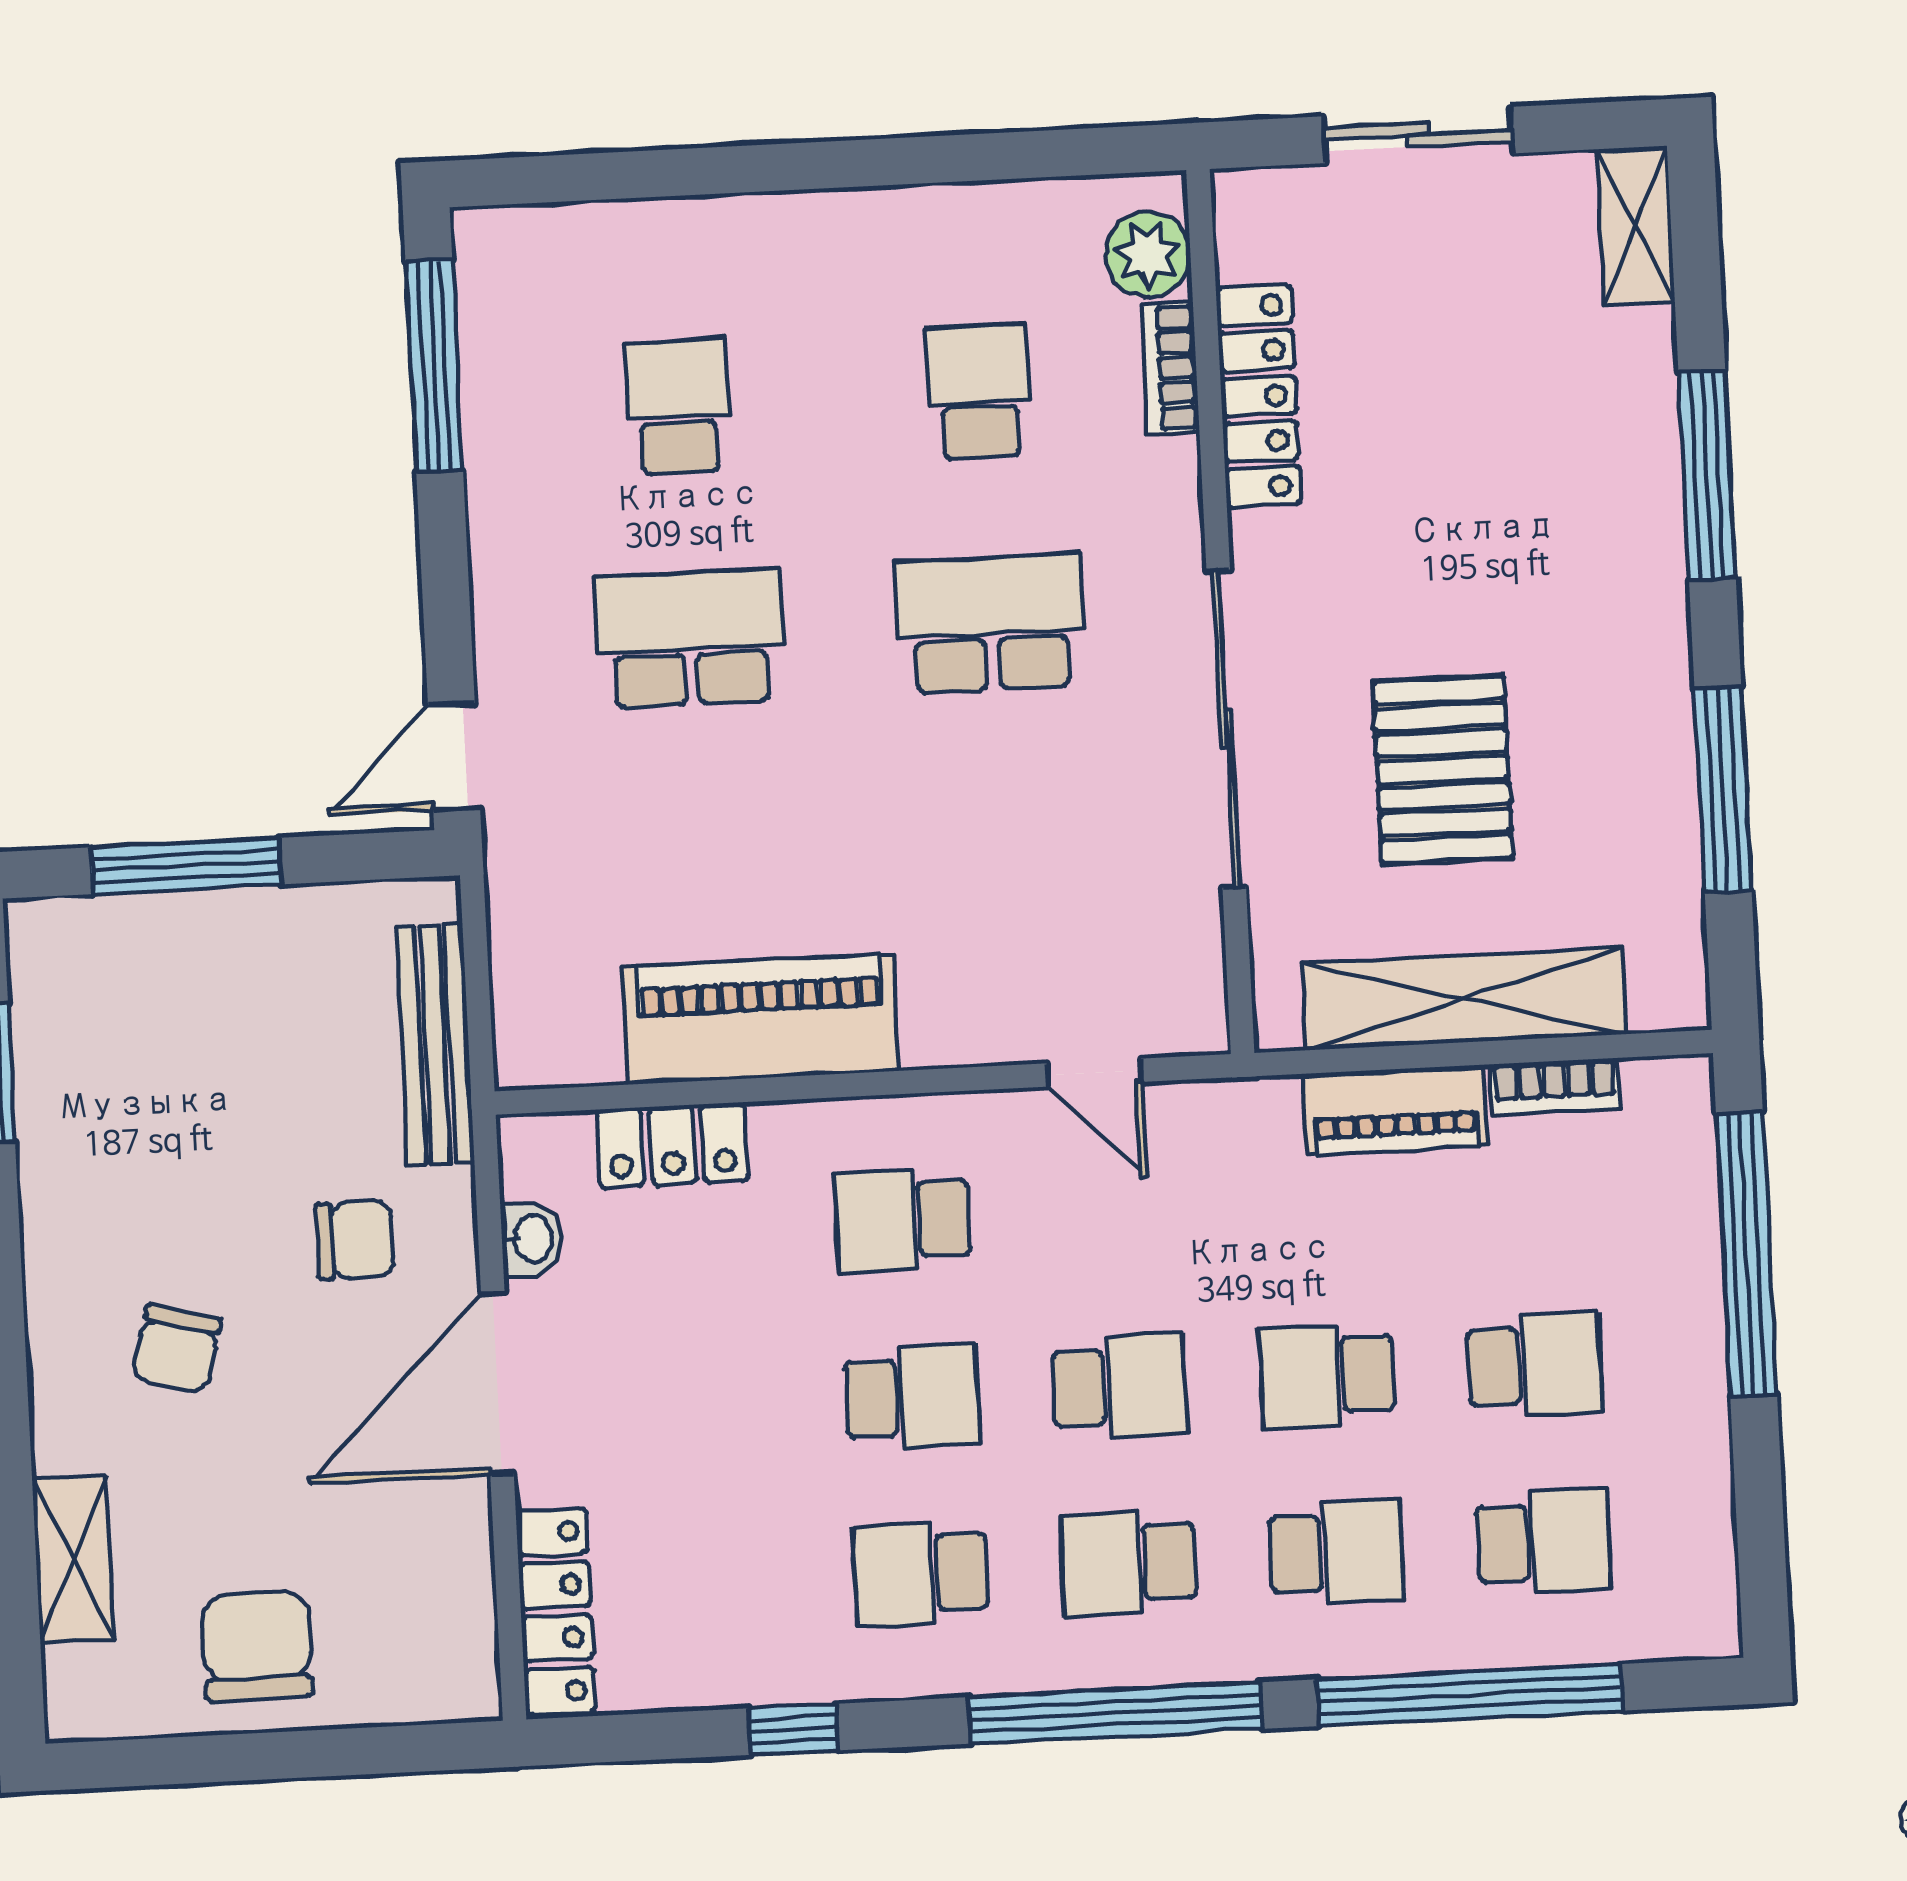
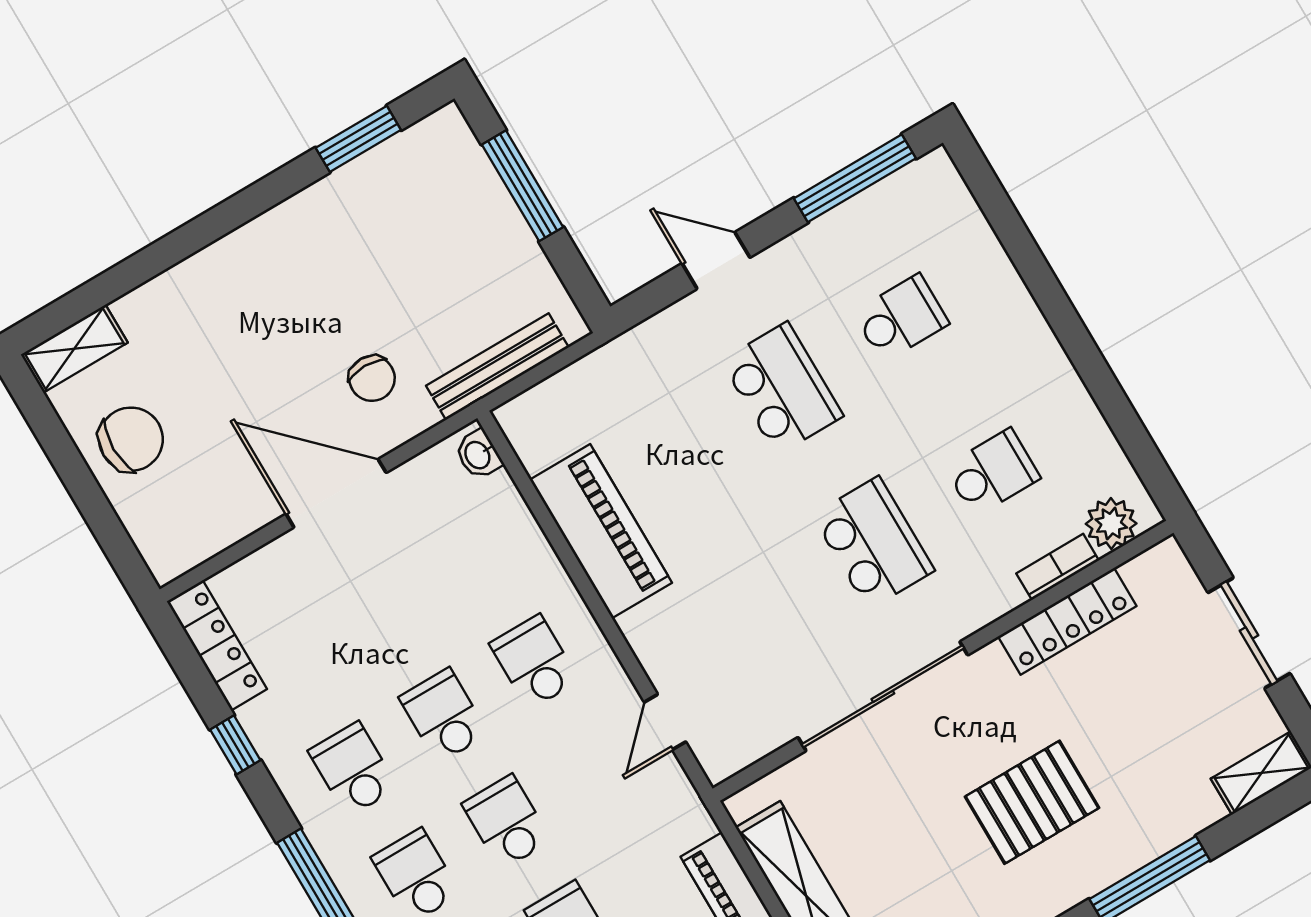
door: (454, 757) -> (716, 260), moved
pallet: (1443, 770) -> (1032, 802), moved
locker: (672, 1145) -> (510, 520), removed
washbasin: (532, 1239) -> (478, 455), moved, turned 90
chair: (176, 1349) -> (265, 314), removed
school desk: (1120, 1386) -> (507, 822), turned 180
school desk: (912, 1397) -> (444, 716), turned 180
shelving: (73, 1559) -> (74, 349), moved
locker: (556, 1612) -> (217, 645), moved, turned -90

